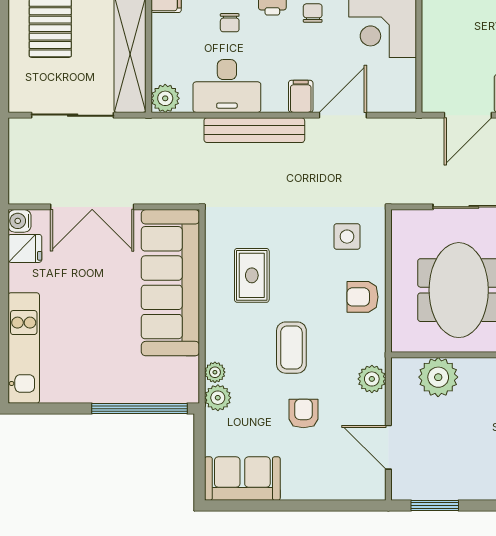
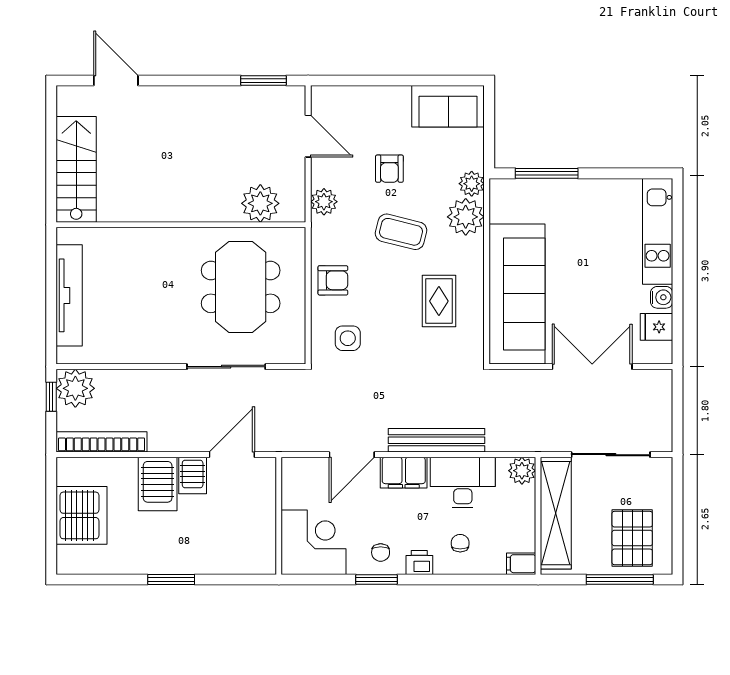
filing cabinet: (301, 96) -> (404, 473), width x2.00
water cooler: (20, 221) -> (662, 297), moved
coffee table: (291, 348) -> (401, 232), turned -76
plant: (215, 372) -> (466, 217), width x1.87, depth x1.87
window: (139, 409) -> (547, 173), width x0.68

